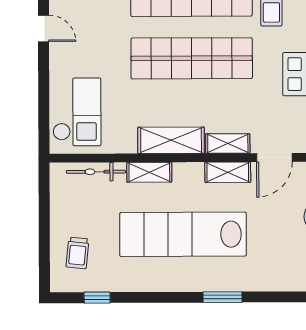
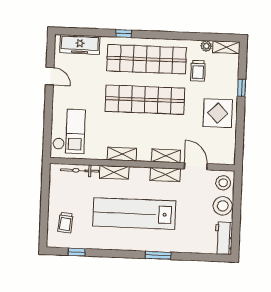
shelving: (171, 140) -> (122, 154), width x0.67, depth x0.75
door: (274, 157) -> (196, 166), swing flipped

